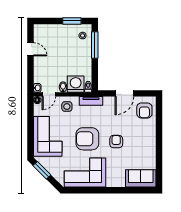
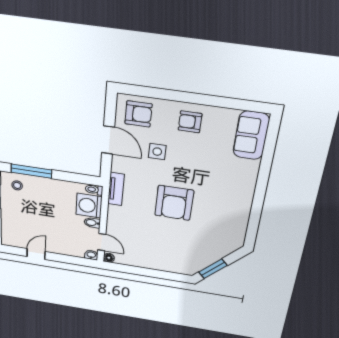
side table: (67, 107) -> (157, 152), moved
corner sofa: (48, 136) -> (164, 253), removed
armchair: (116, 142) -> (190, 122), moved
corner sofa: (85, 172) -> (226, 214), removed

